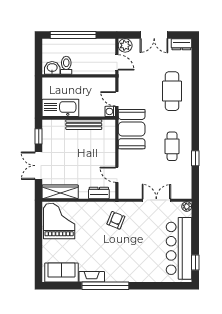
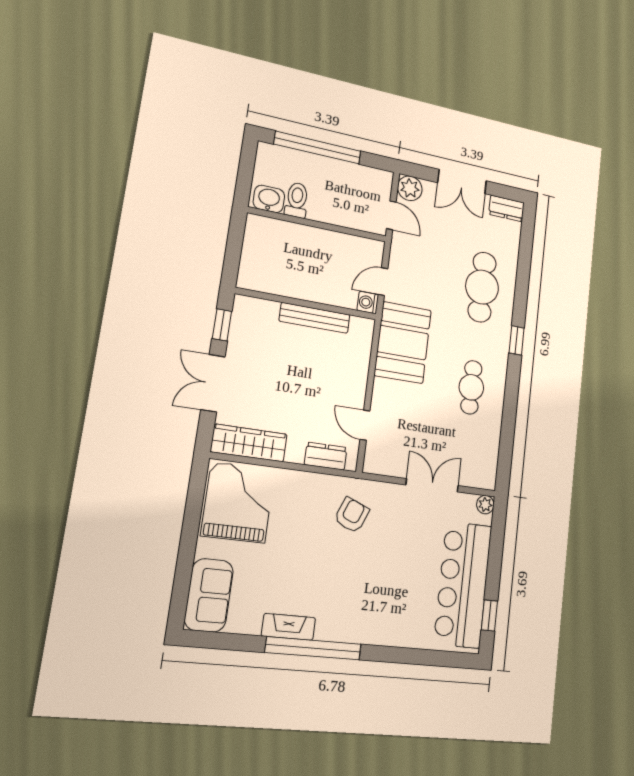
door: (117, 99) -> (383, 282), hinge flipped
kitchen sink: (60, 108) -> (274, 278), removed
window: (195, 158) -> (517, 340), moved
sofa: (61, 273) -> (209, 595), moved, turned 90

